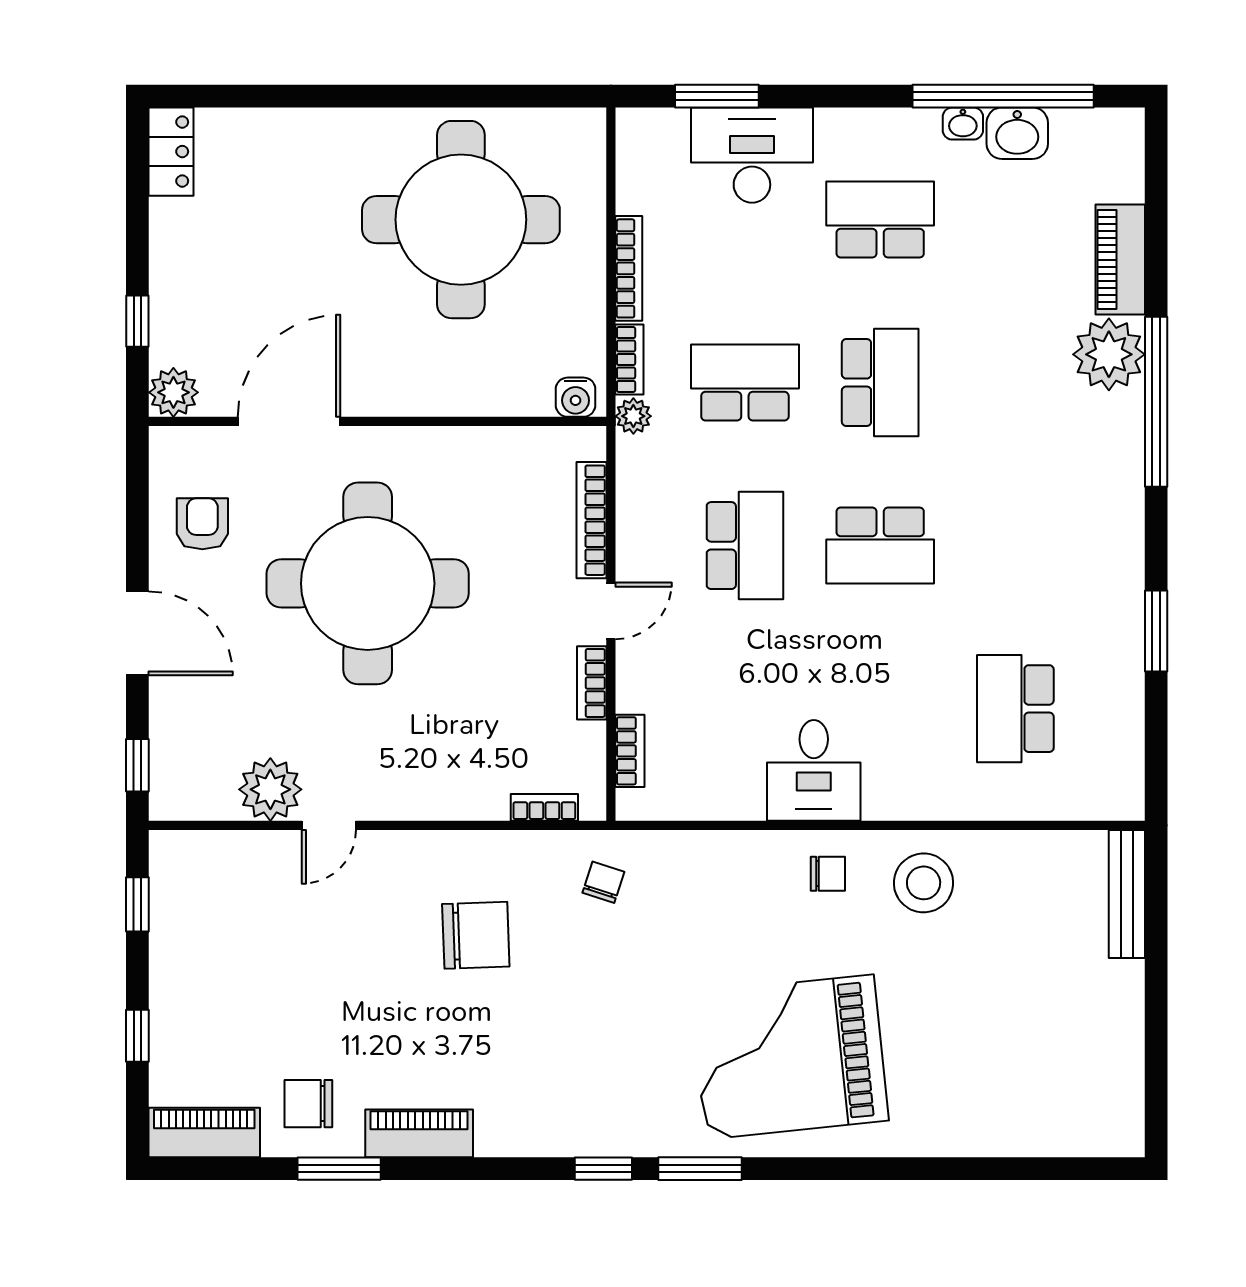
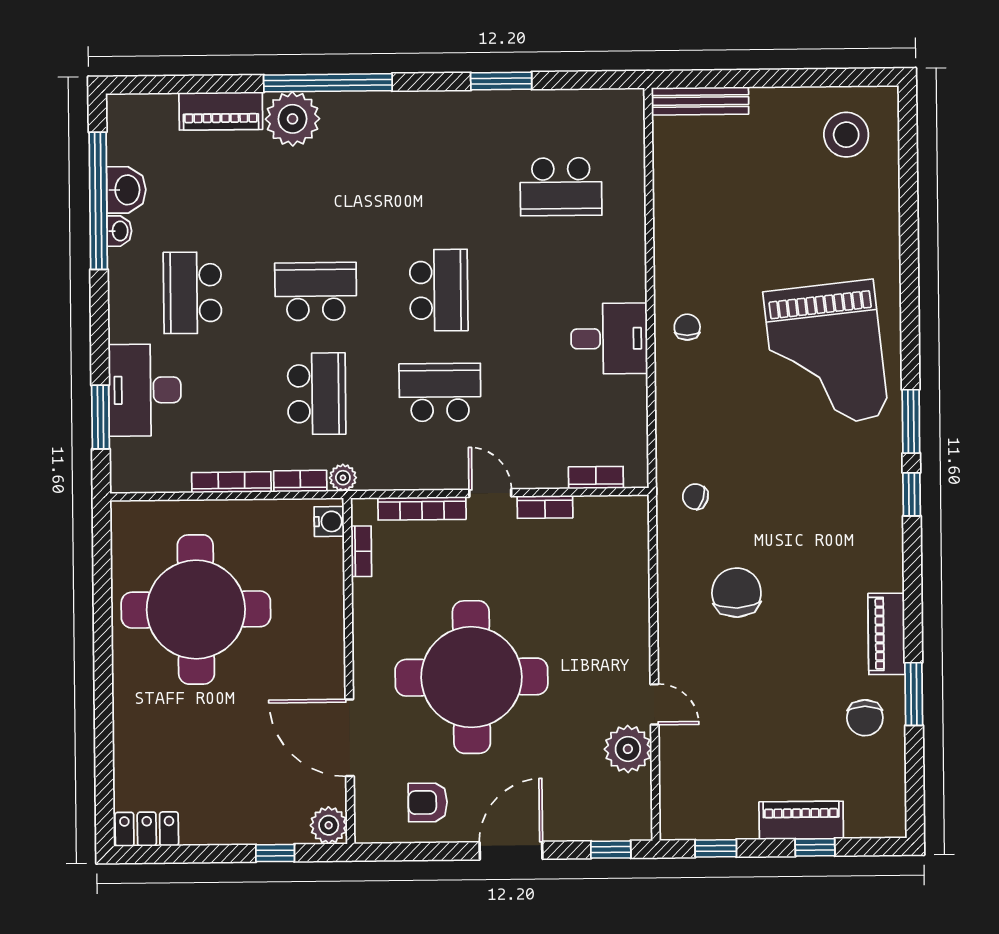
school desk: (745, 383) -> (317, 394), turned 180
bookcase: (544, 807) -> (361, 551), moved, turned 180
stool: (924, 883) -> (846, 135), moved
piano: (204, 1132) -> (801, 820), moved, turned 90

